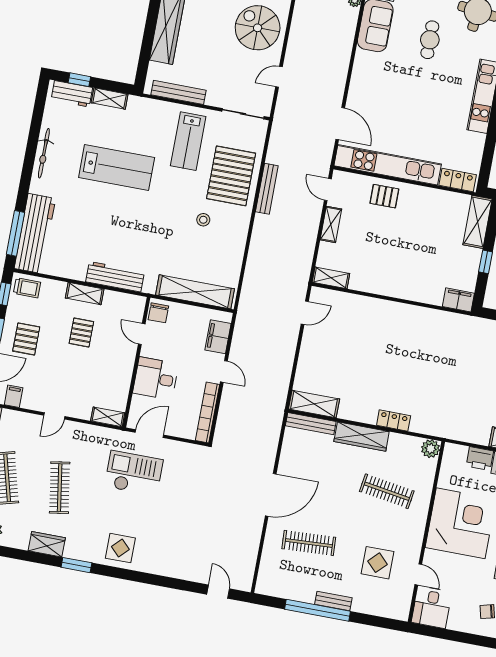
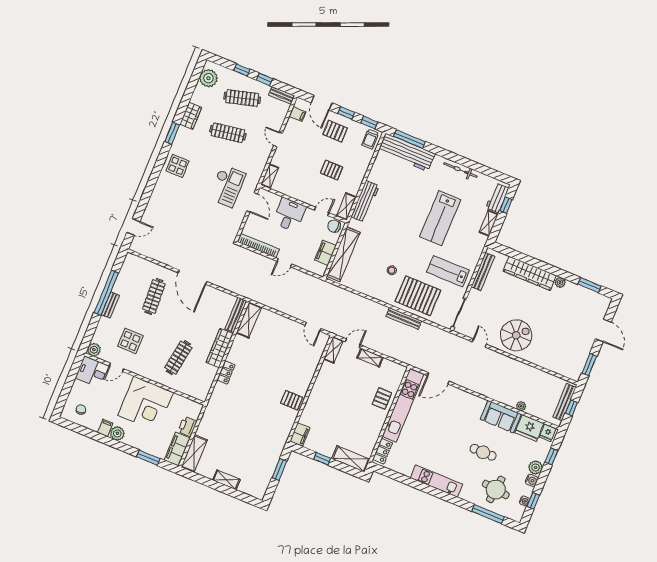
door: (328, 190) -> (353, 343), moved
shelving: (85, 293) -> (346, 206), moved
pallet: (413, 321) -> (292, 400), added
filing cabinet: (218, 337) -> (325, 253), moved, turned -90
plant: (431, 449) -> (94, 350), moved

